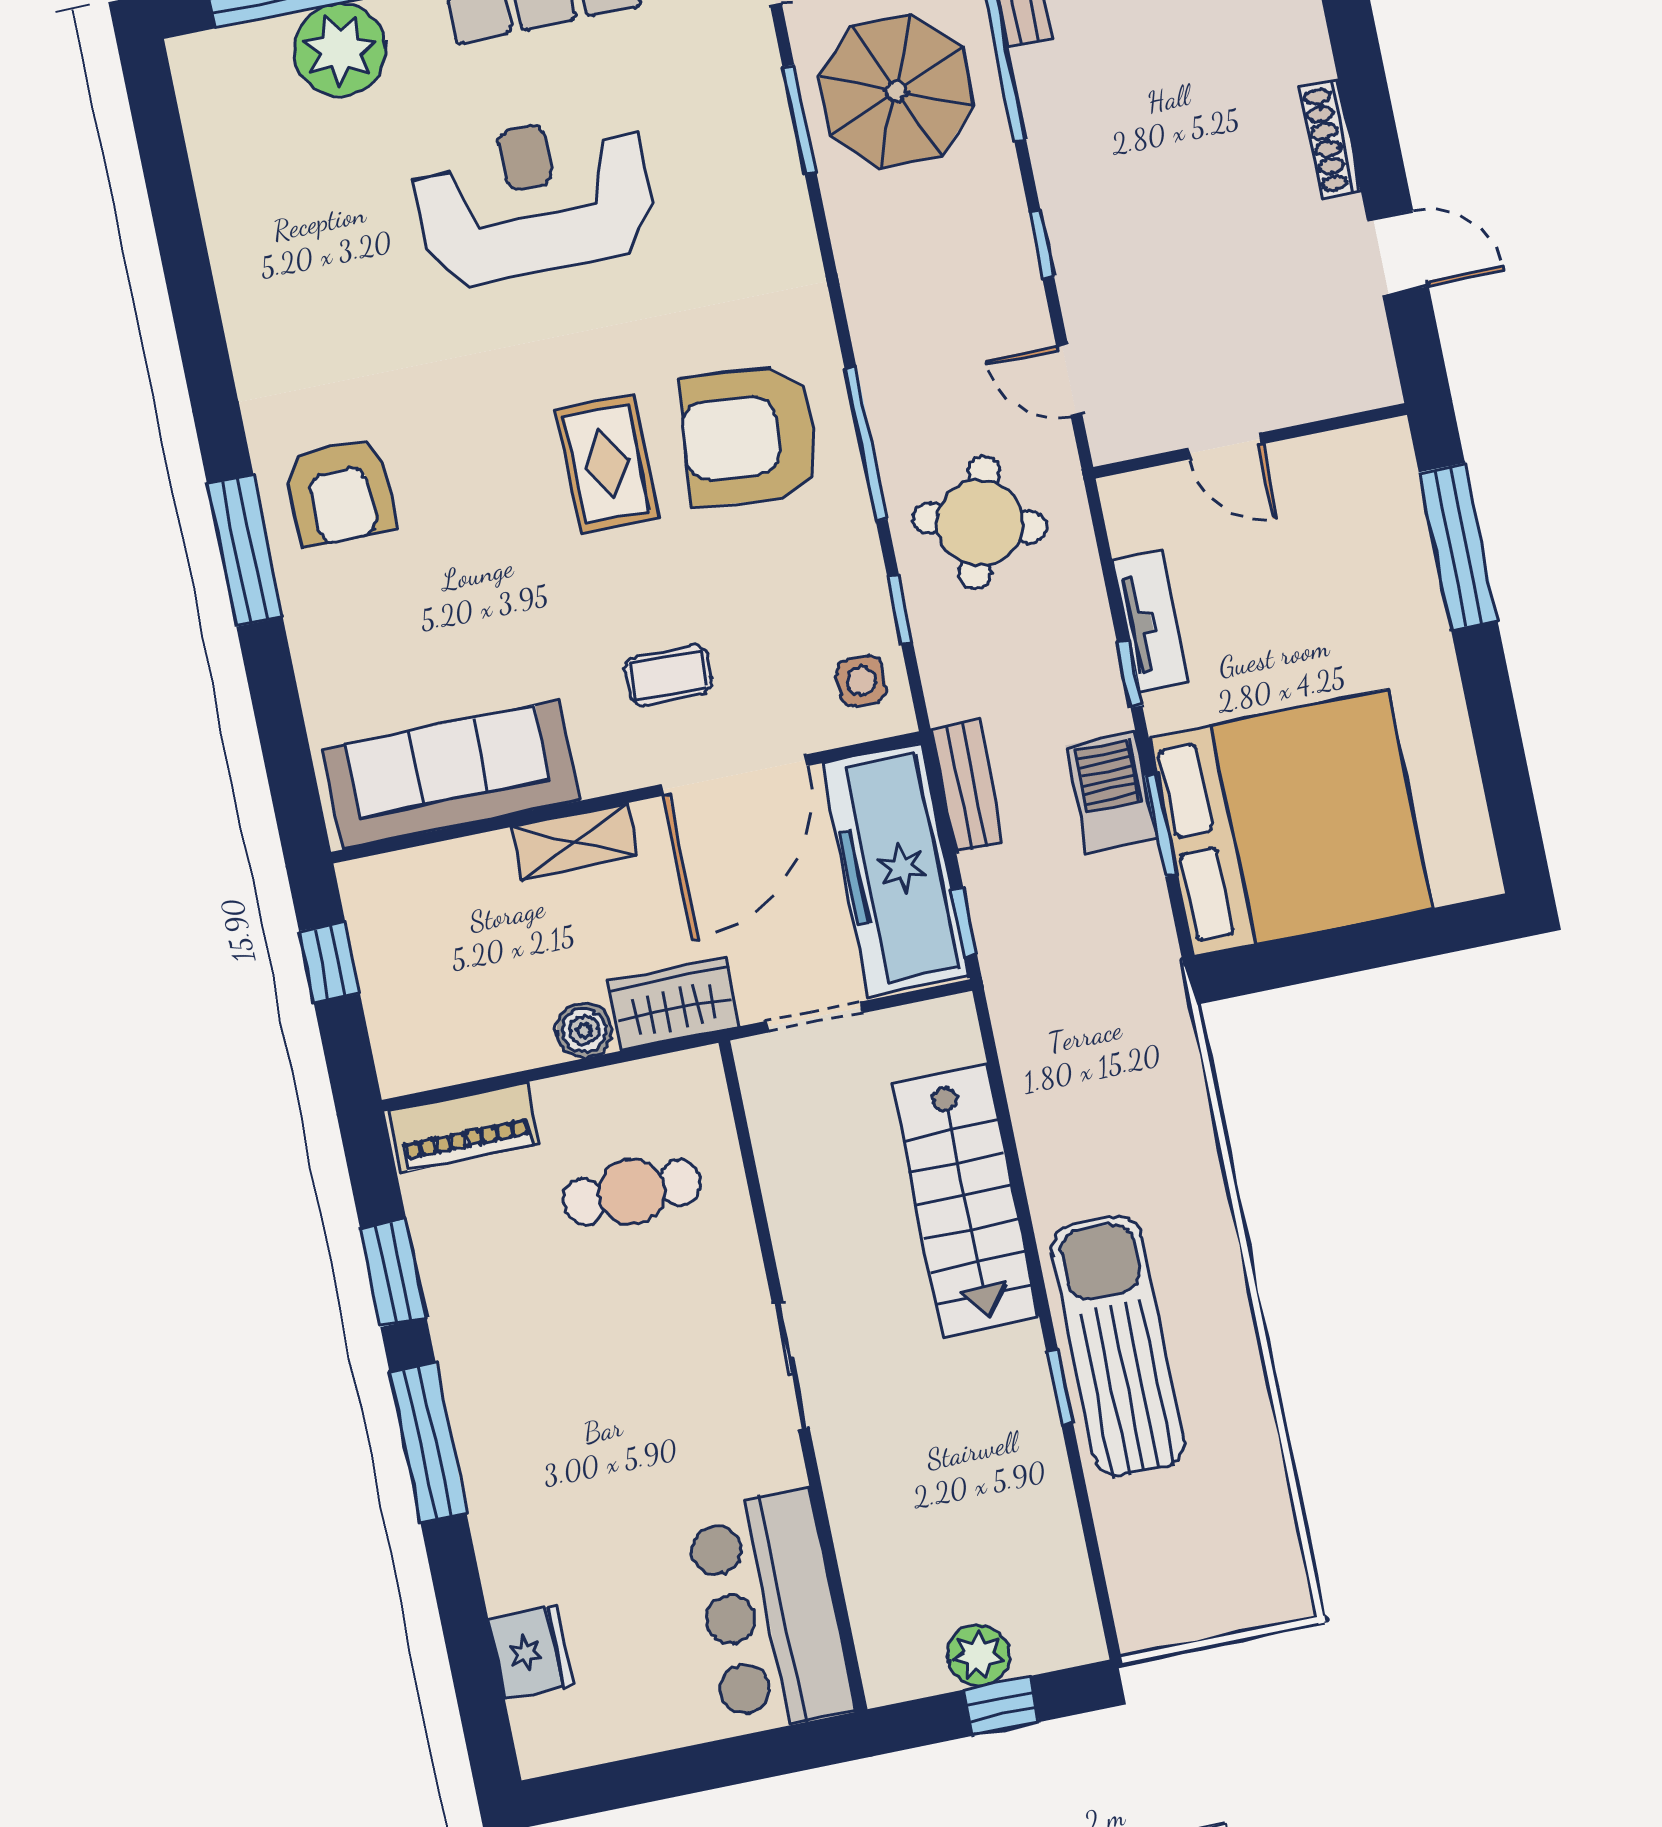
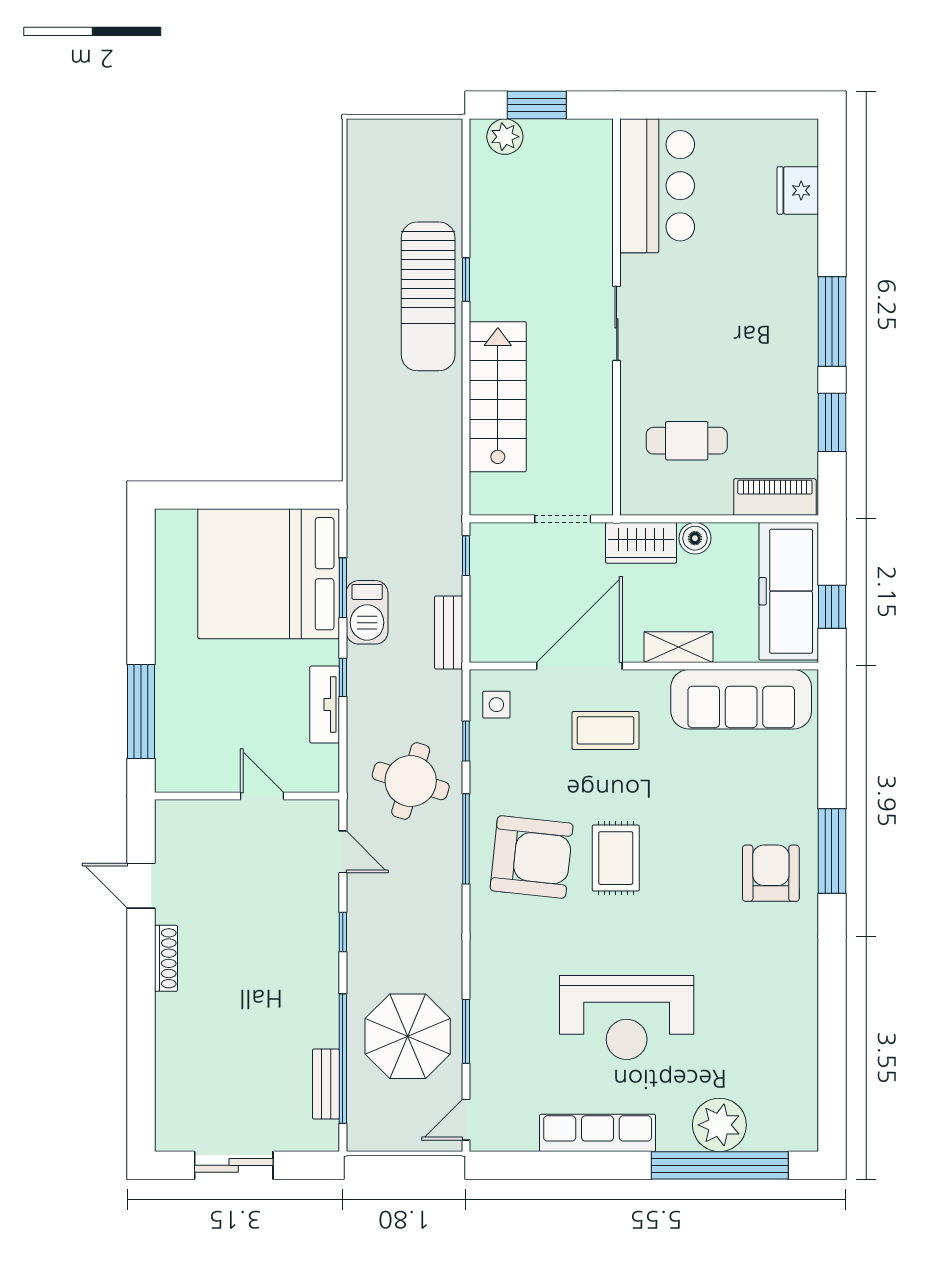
coffee table: (668, 675) -> (606, 730), width x1.36, depth x1.30
freezer: (895, 869) -> (789, 591), moved, turned 180
plant: (978, 1655) -> (505, 137), moved
window: (1001, 1706) -> (537, 105), width x1.50

